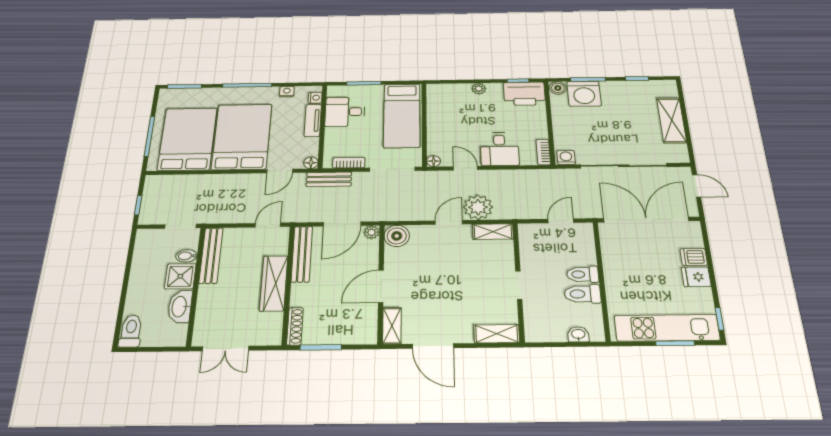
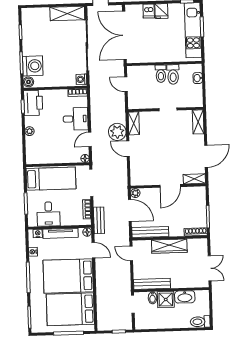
tv unit: (313, 120) -> (60, 233), width x1.41
shelving: (672, 120) -> (67, 13), moved
boiler: (397, 236) -> (137, 178), removed
door: (381, 286) -> (170, 186), hinge flipped

